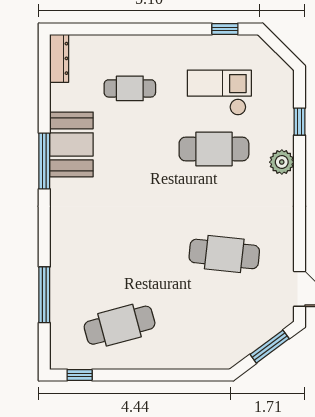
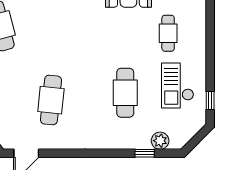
checkout: (219, 93) -> (178, 85), moved, turned 180
plant: (282, 162) -> (160, 141), moved

